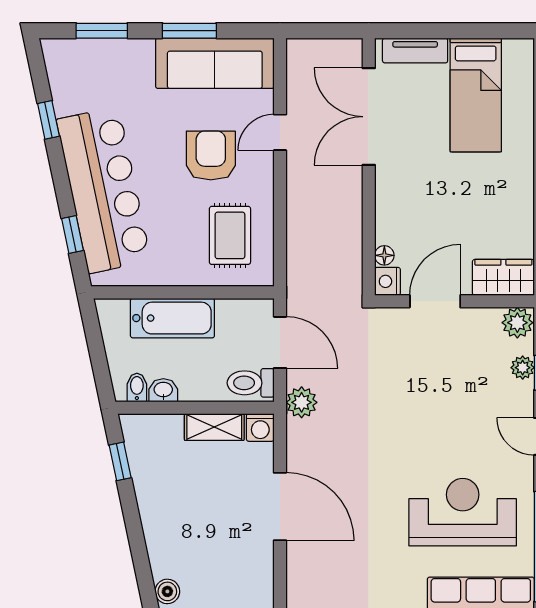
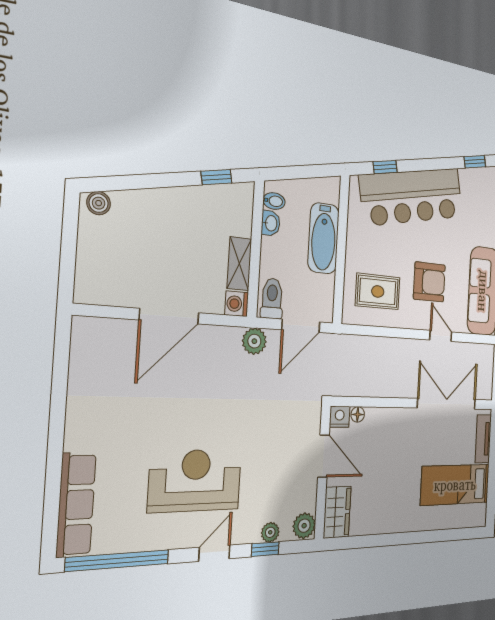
window: (48, 120) -> (475, 162), moved
reception desk: (463, 512) -> (195, 481), moved, turned -90

